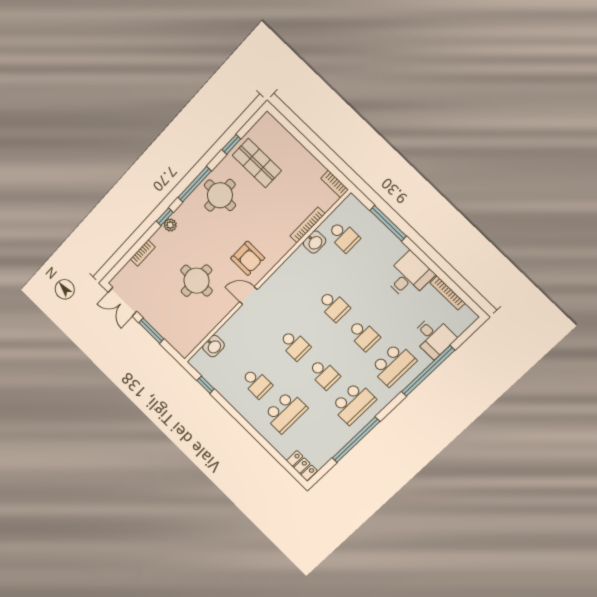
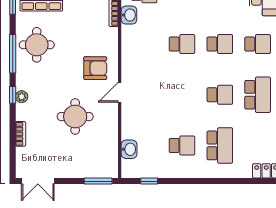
window: (151, 331) -> (98, 181), moved
school desk: (295, 345) -> (182, 95), removed
school desk: (393, 364) -> (258, 44), width x0.54

